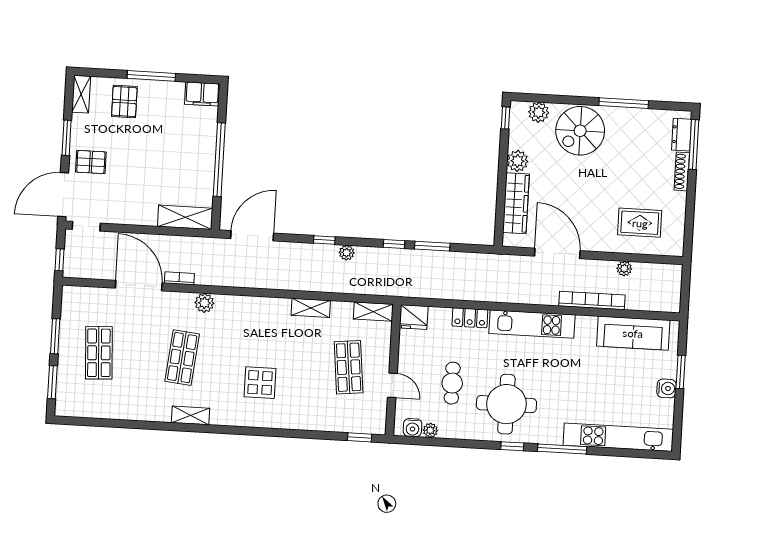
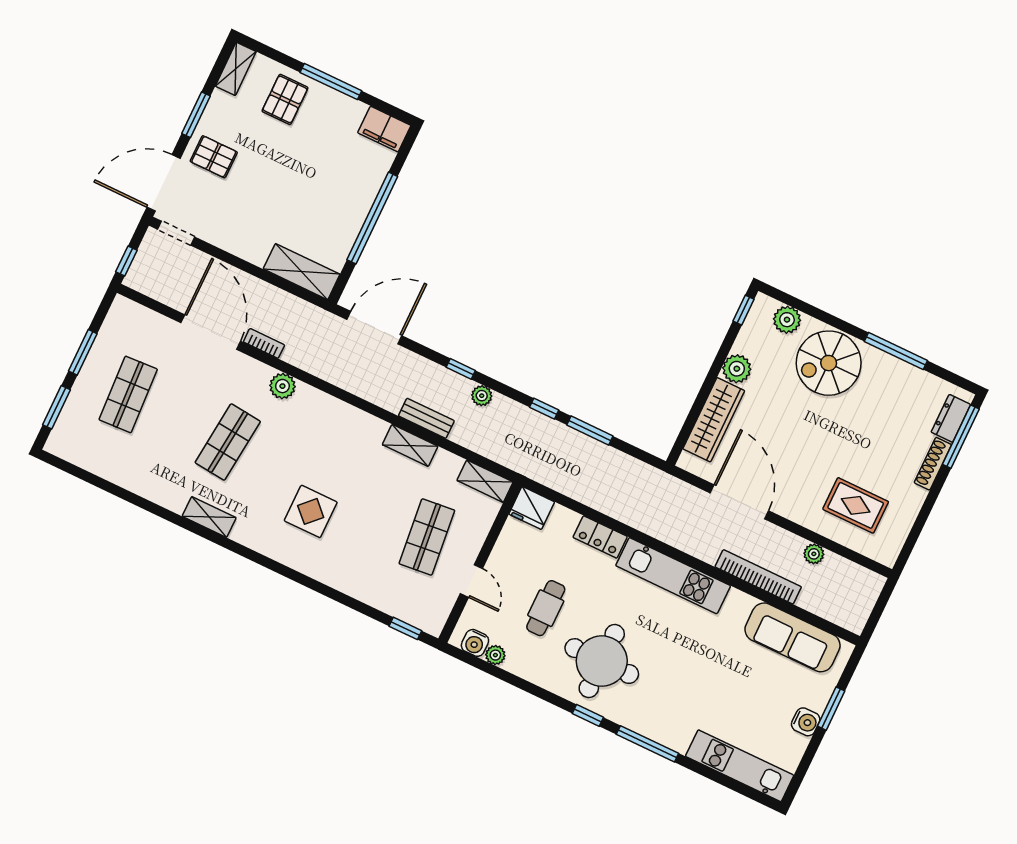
bench: (314, 284) -> (426, 418), added
kitchen unit: (618, 437) -> (740, 766), width x0.73

